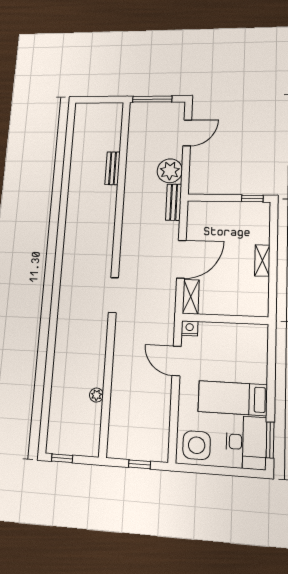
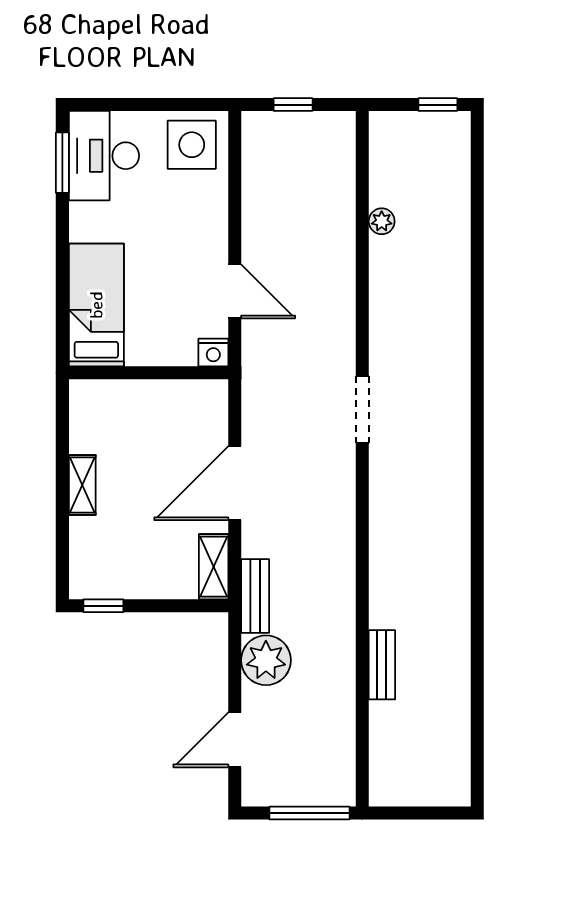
shelving: (191, 297) -> (214, 567), moved
bed: (233, 398) -> (96, 305), moved, turned -90

